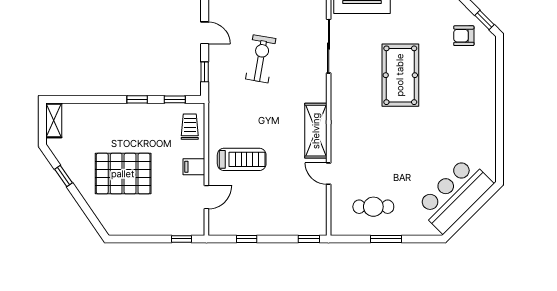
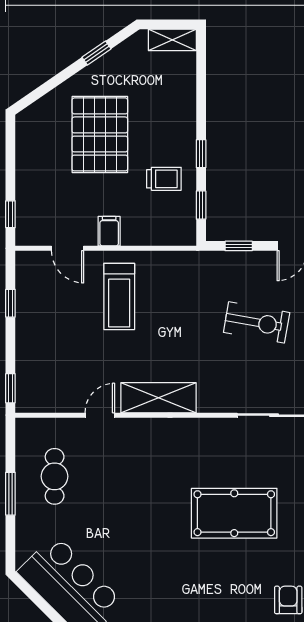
trolley: (190, 127) -> (164, 179), moved

